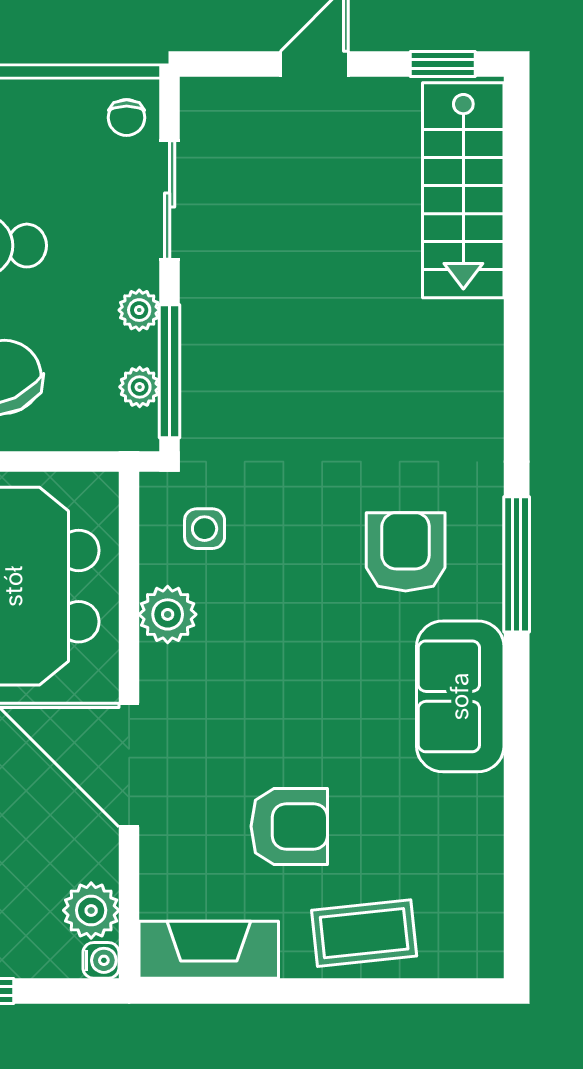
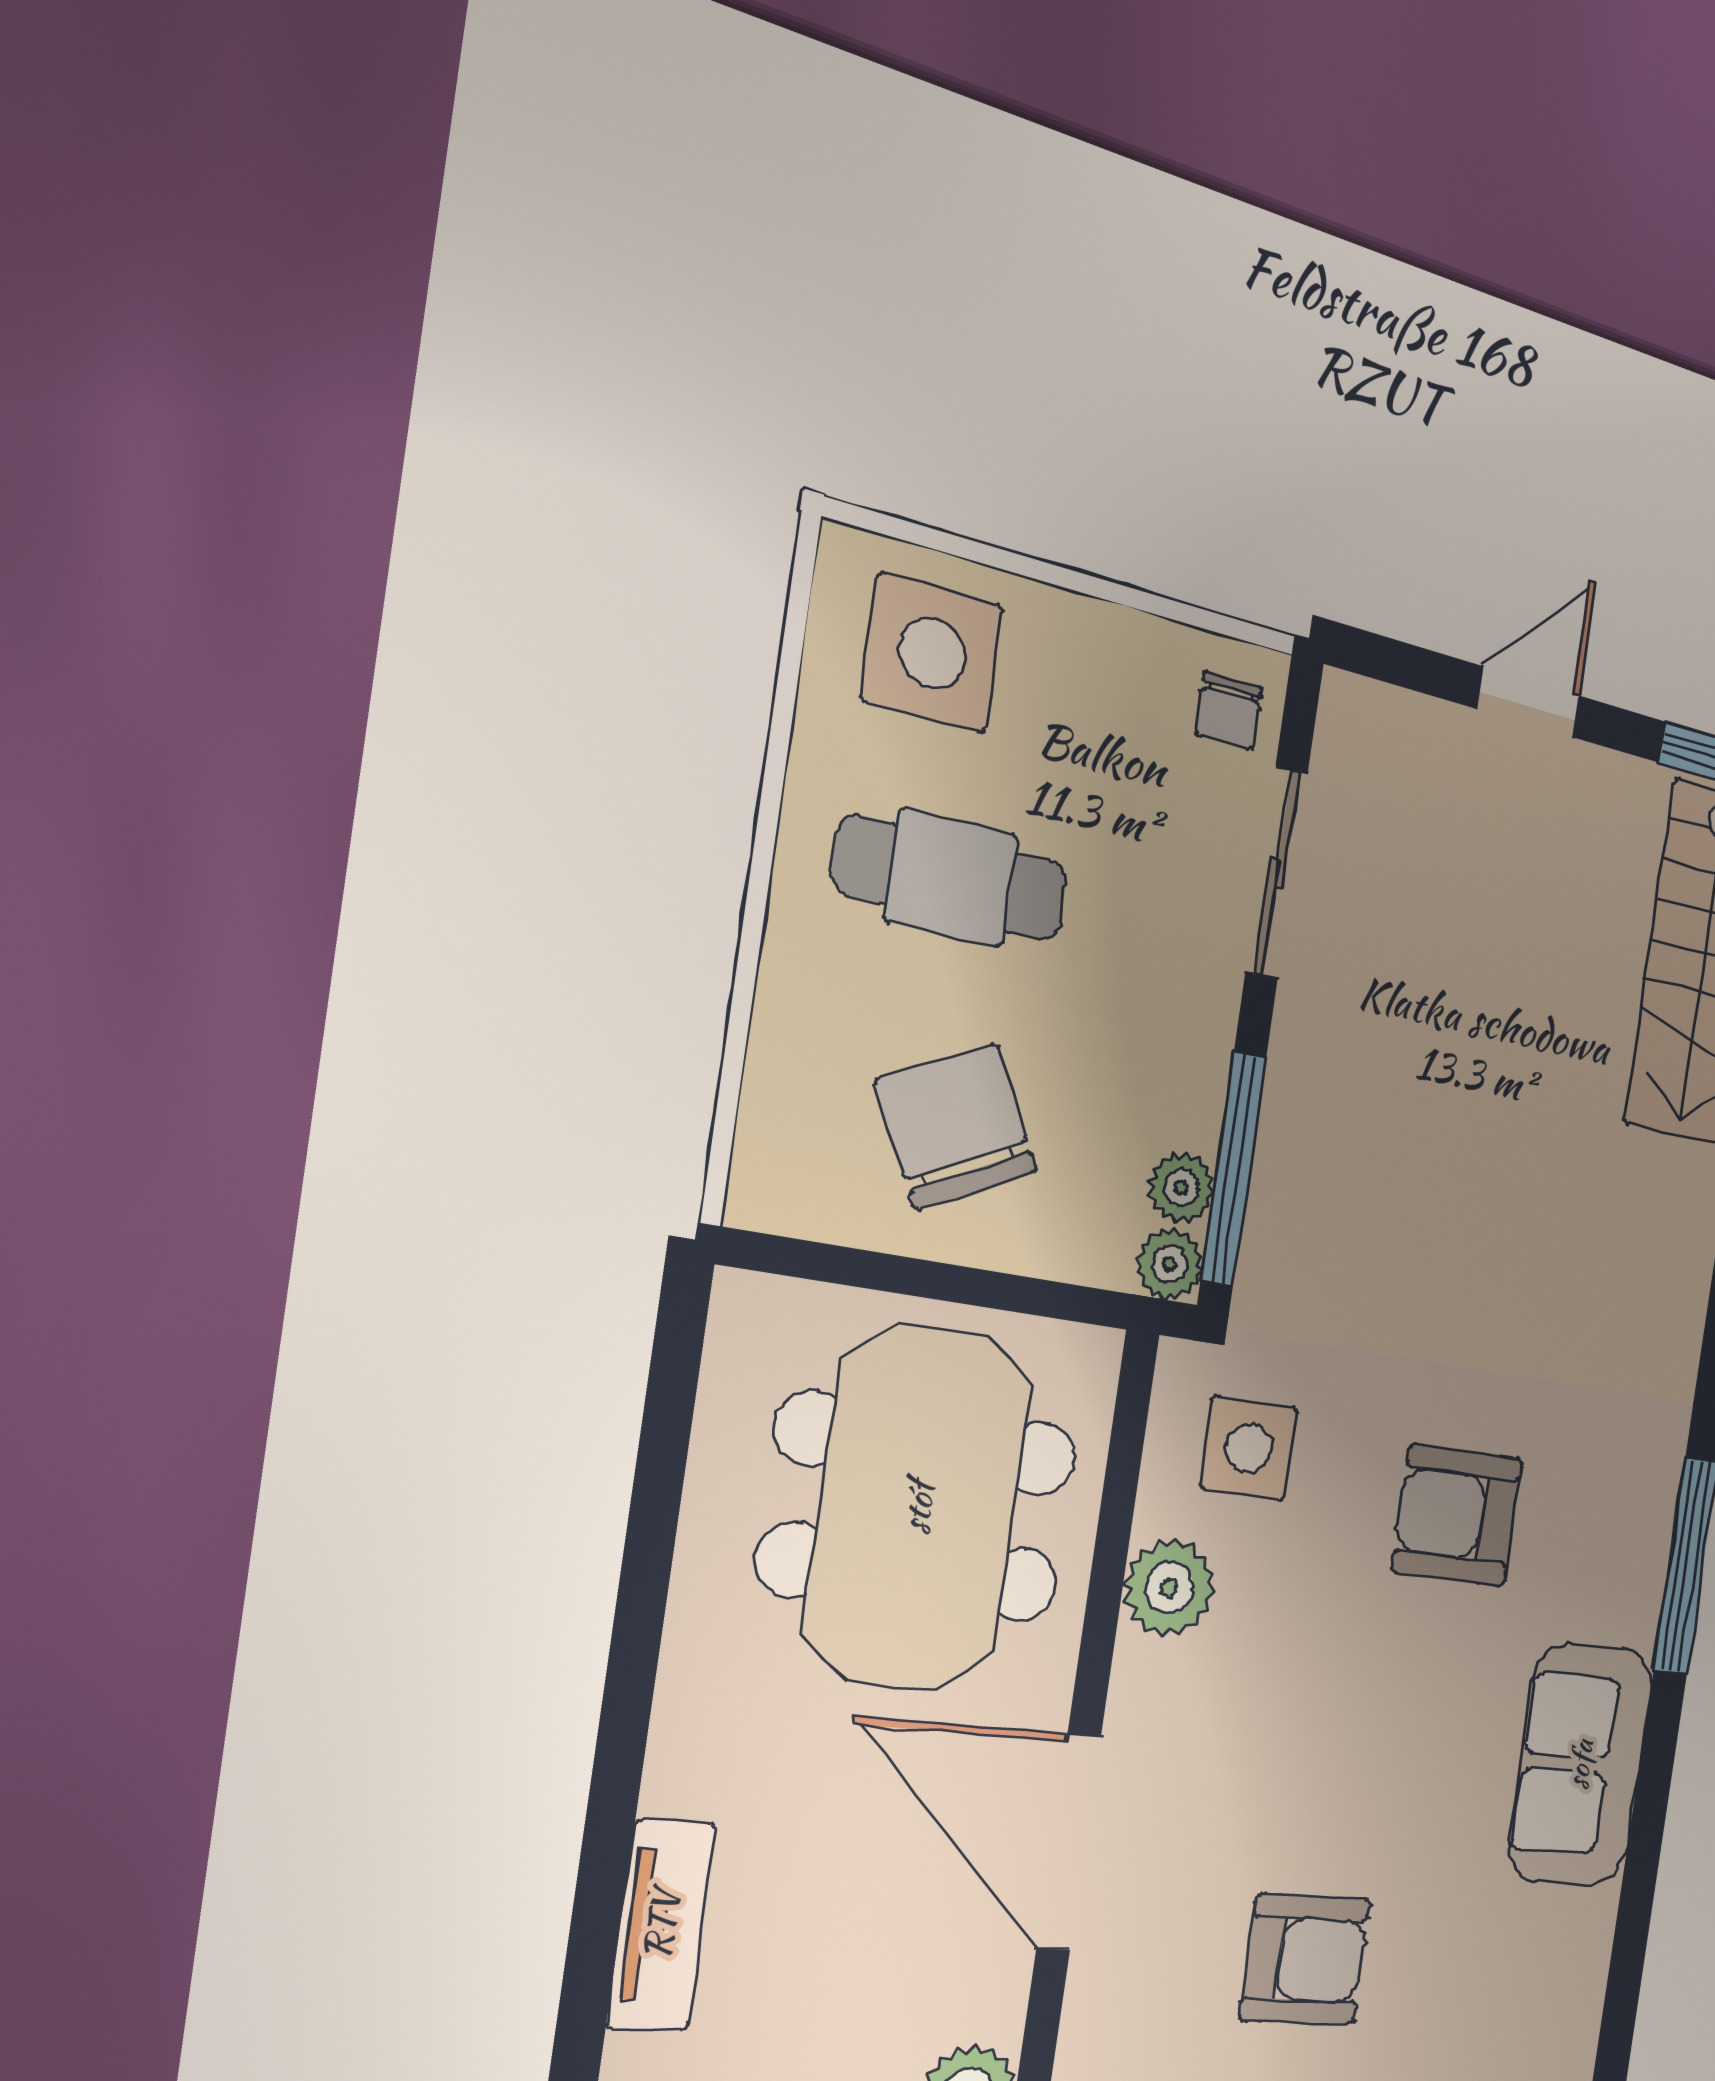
plant: (139, 310) -> (1170, 1264), moved
side table: (205, 529) -> (1249, 1448), width x1.37, depth x1.37
armchair: (406, 552) -> (1457, 1515), moved, turned -90

